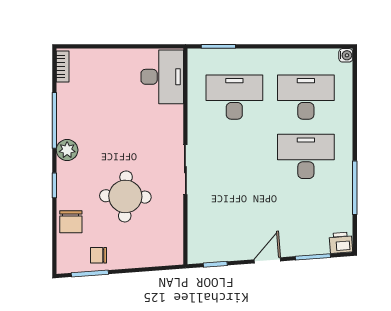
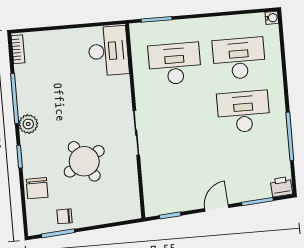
round table: (125, 196) -> (84, 161), turned -33

